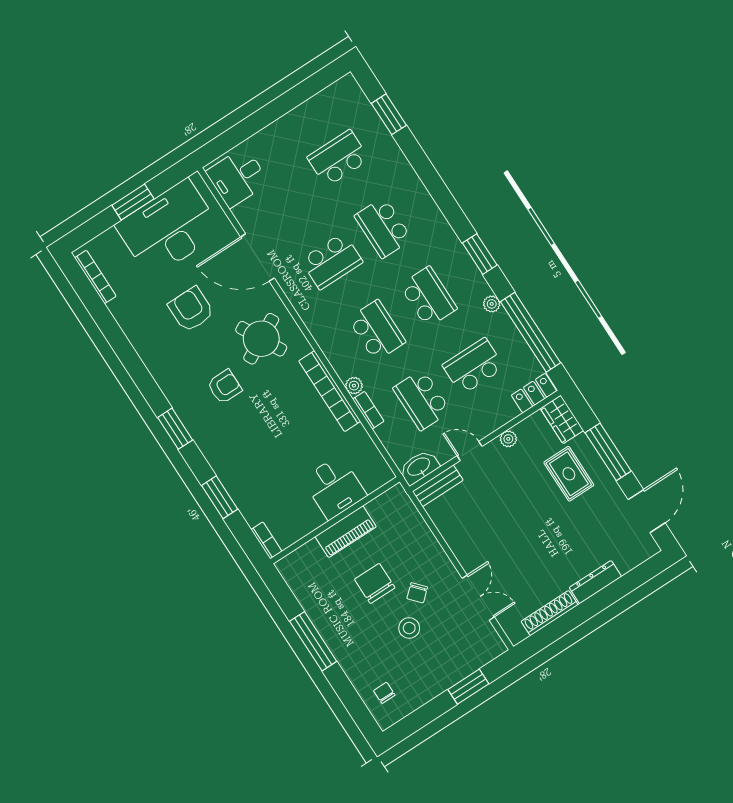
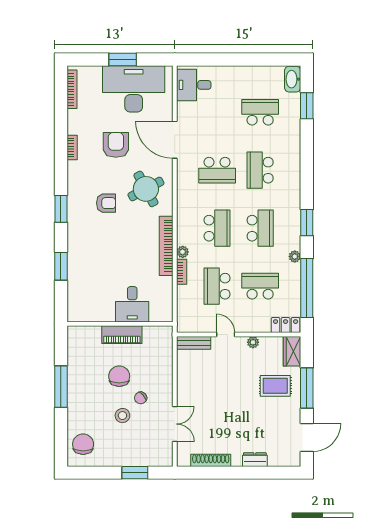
washbasin: (419, 467) -> (293, 79), moved, turned -90
rug: (569, 474) -> (275, 386), turned 90
bookcase: (267, 540) -> (72, 147), moved
dresser: (595, 582) -> (255, 460), width x0.70
chair: (384, 693) -> (83, 444), width x1.87, depth x1.87

